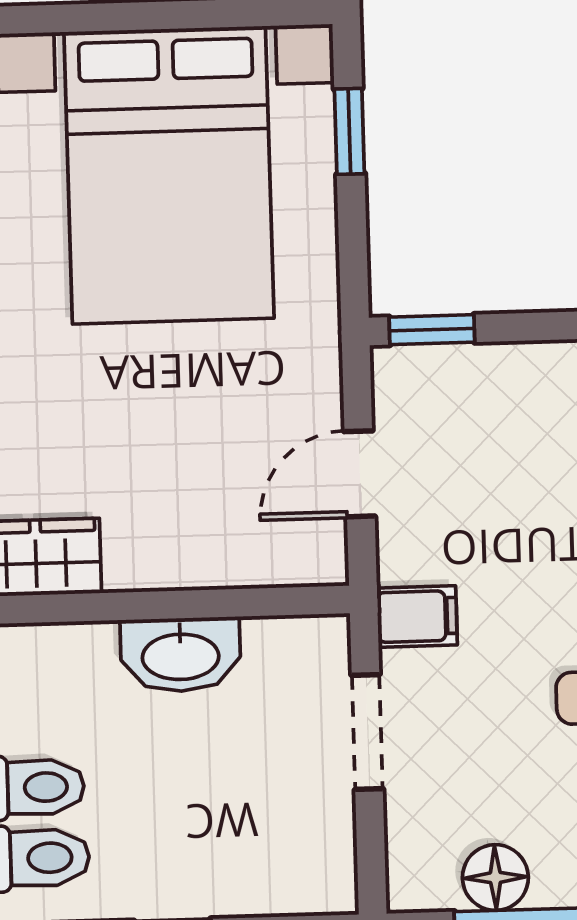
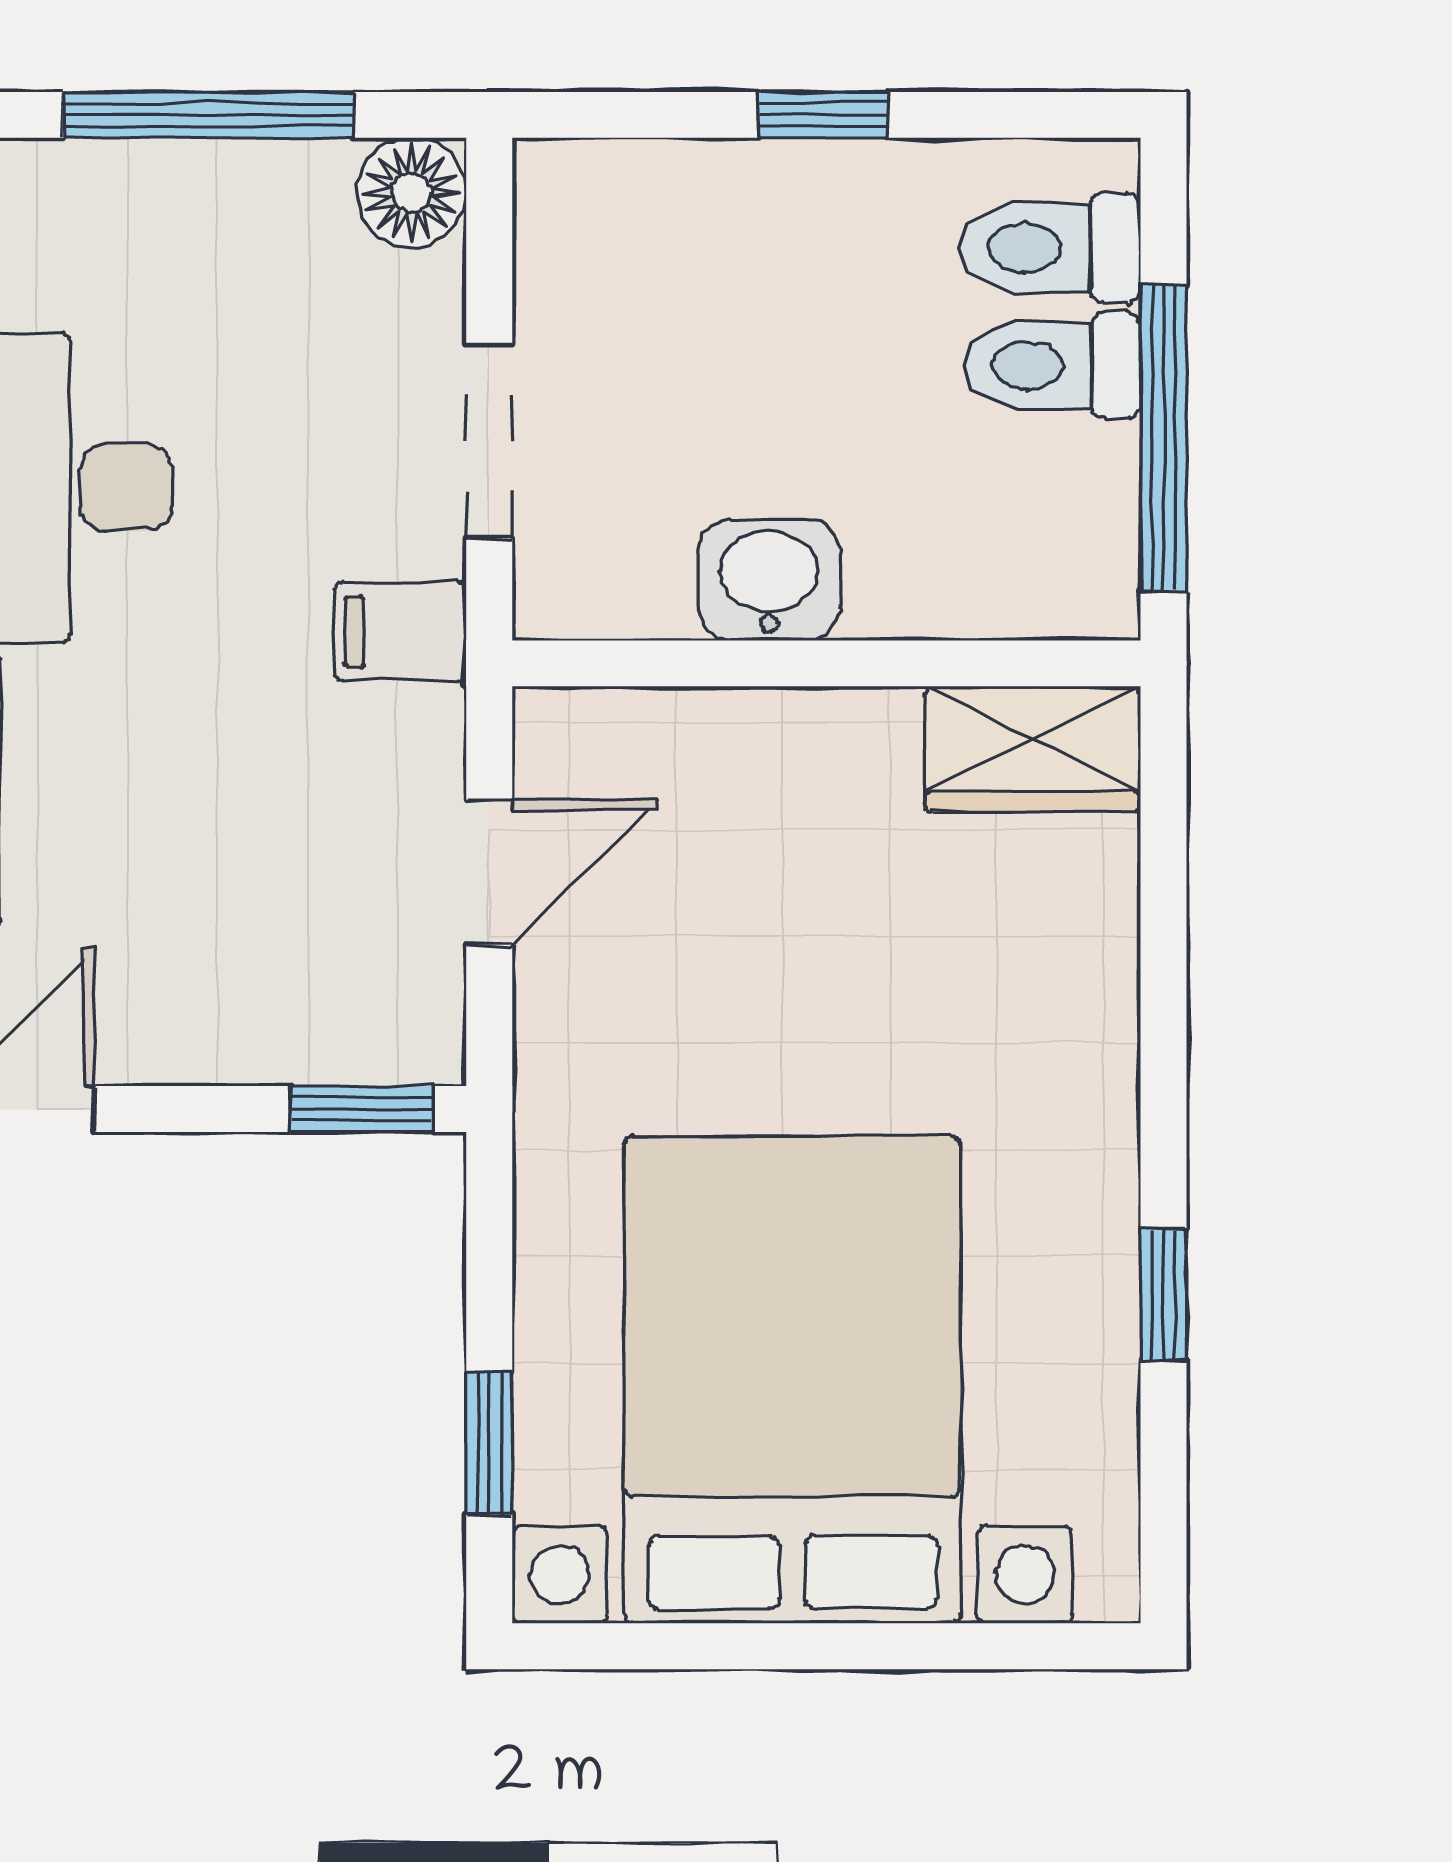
washbasin: (181, 655) -> (769, 580), width x0.72
floor lamp: (495, 878) -> (412, 193), moved

